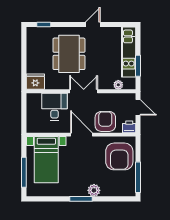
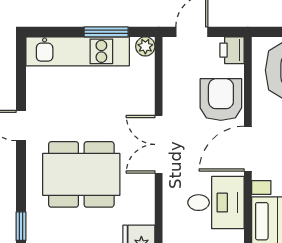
plant: (118, 85) -> (145, 46), moved
desk: (54, 107) -> (216, 203), moved, turned 180
armchair: (105, 121) -> (221, 99), turned 90

